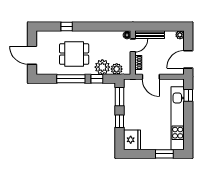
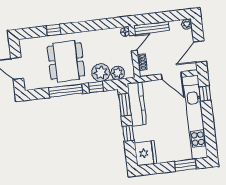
dining table: (74, 54) -> (66, 61), width x1.38
door: (151, 77) -> (171, 76), moved
kitchen counter: (130, 97) -> (137, 104), added

